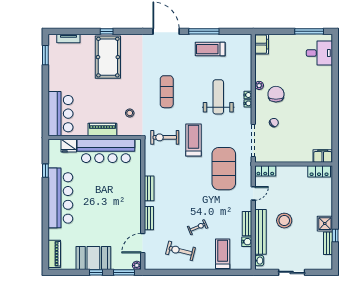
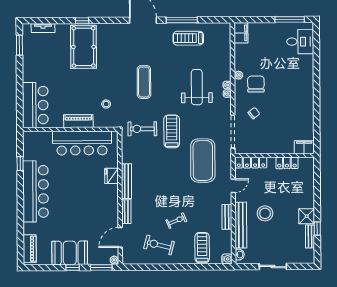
fridge: (69, 146) -> (111, 176), moved, turned 90
locker: (265, 171) -> (251, 163), width x1.53
locker: (319, 171) -> (287, 163), moved
bench: (149, 188) -> (126, 181), width x1.36
water cooler: (247, 242) -> (227, 259), moved

